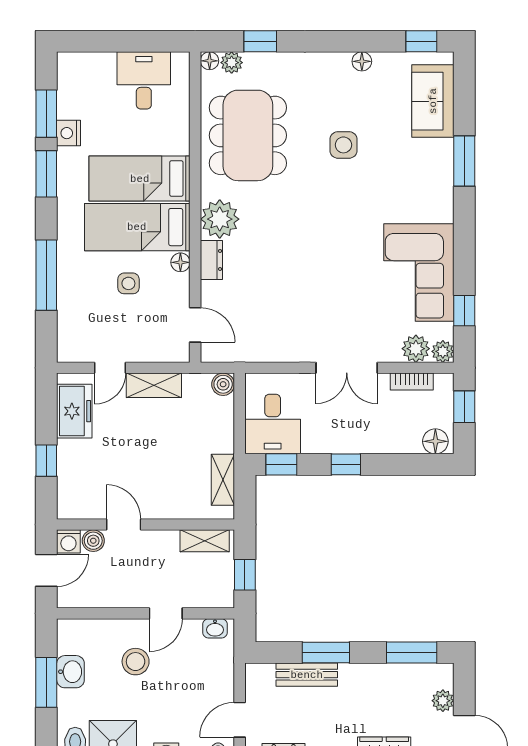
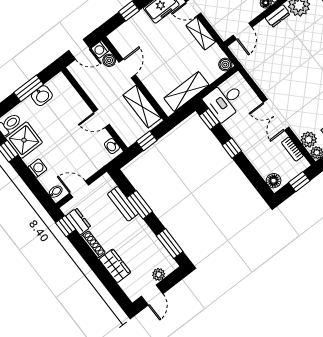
shelving: (223, 480) -> (186, 92), width x1.50, depth x1.33
shelving: (205, 541) -> (142, 107), width x1.50, depth x1.33
stool: (136, 662) -> (69, 122), removed

